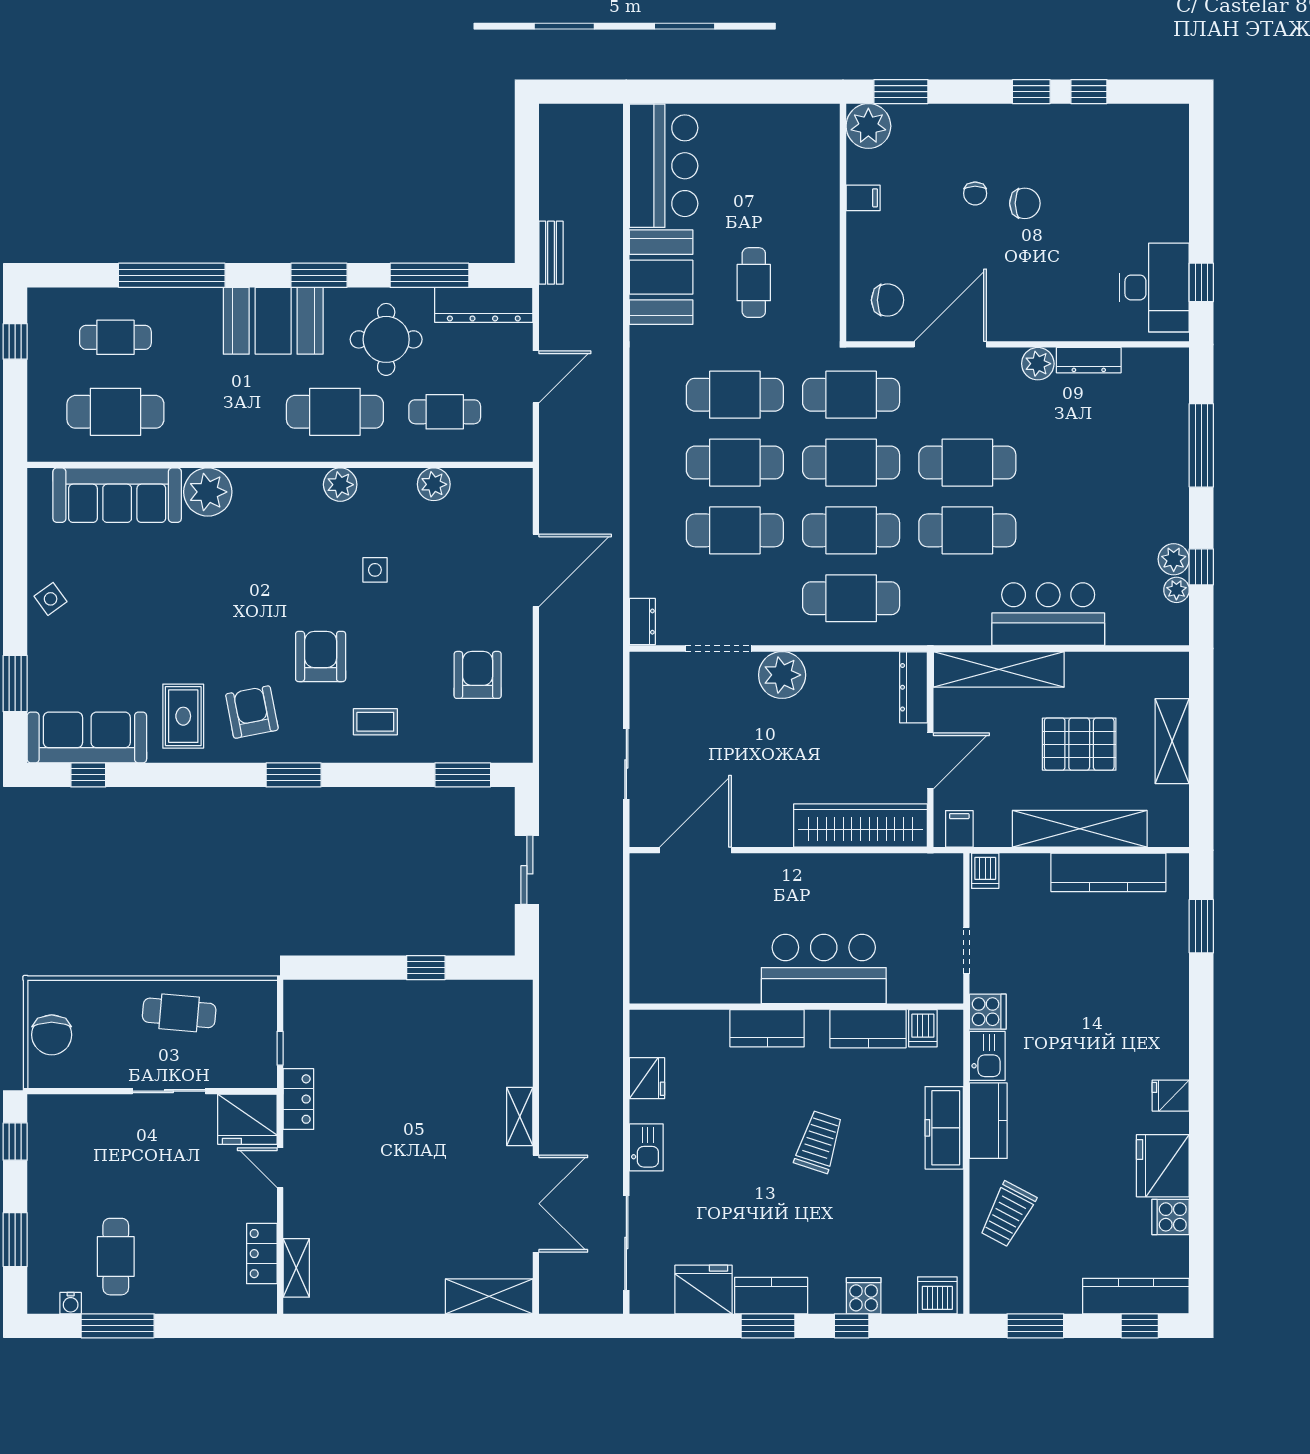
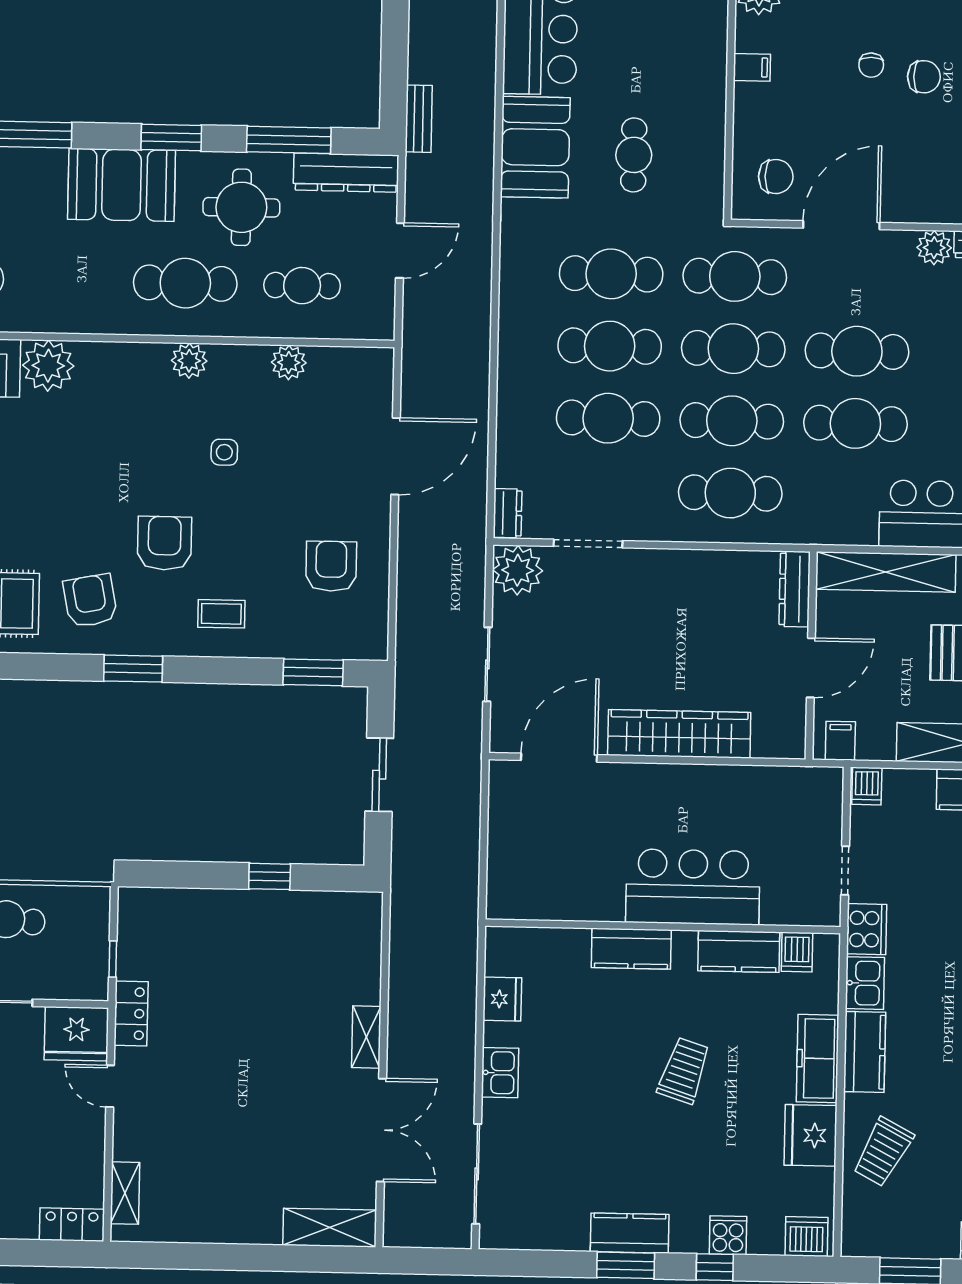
plant: (782, 675) -> (518, 570), moved
wardrobe: (860, 826) -> (679, 734), moved
cooker: (988, 1012) -> (867, 929), width x1.36
locker: (262, 1254) -> (72, 1225), moved, turned 90
fridge: (704, 1290) -> (811, 1135), moved, turned -90

